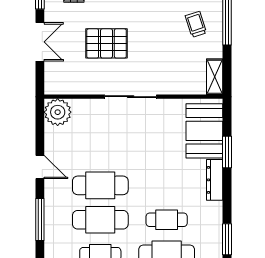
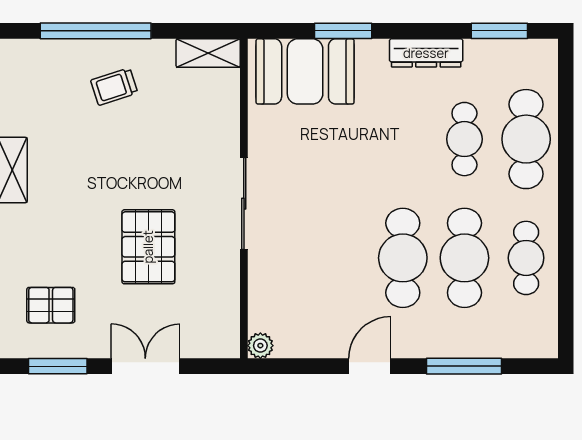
plant: (58, 112) -> (260, 346), width x0.53, depth x0.53
dresser: (215, 180) -> (426, 53), moved

